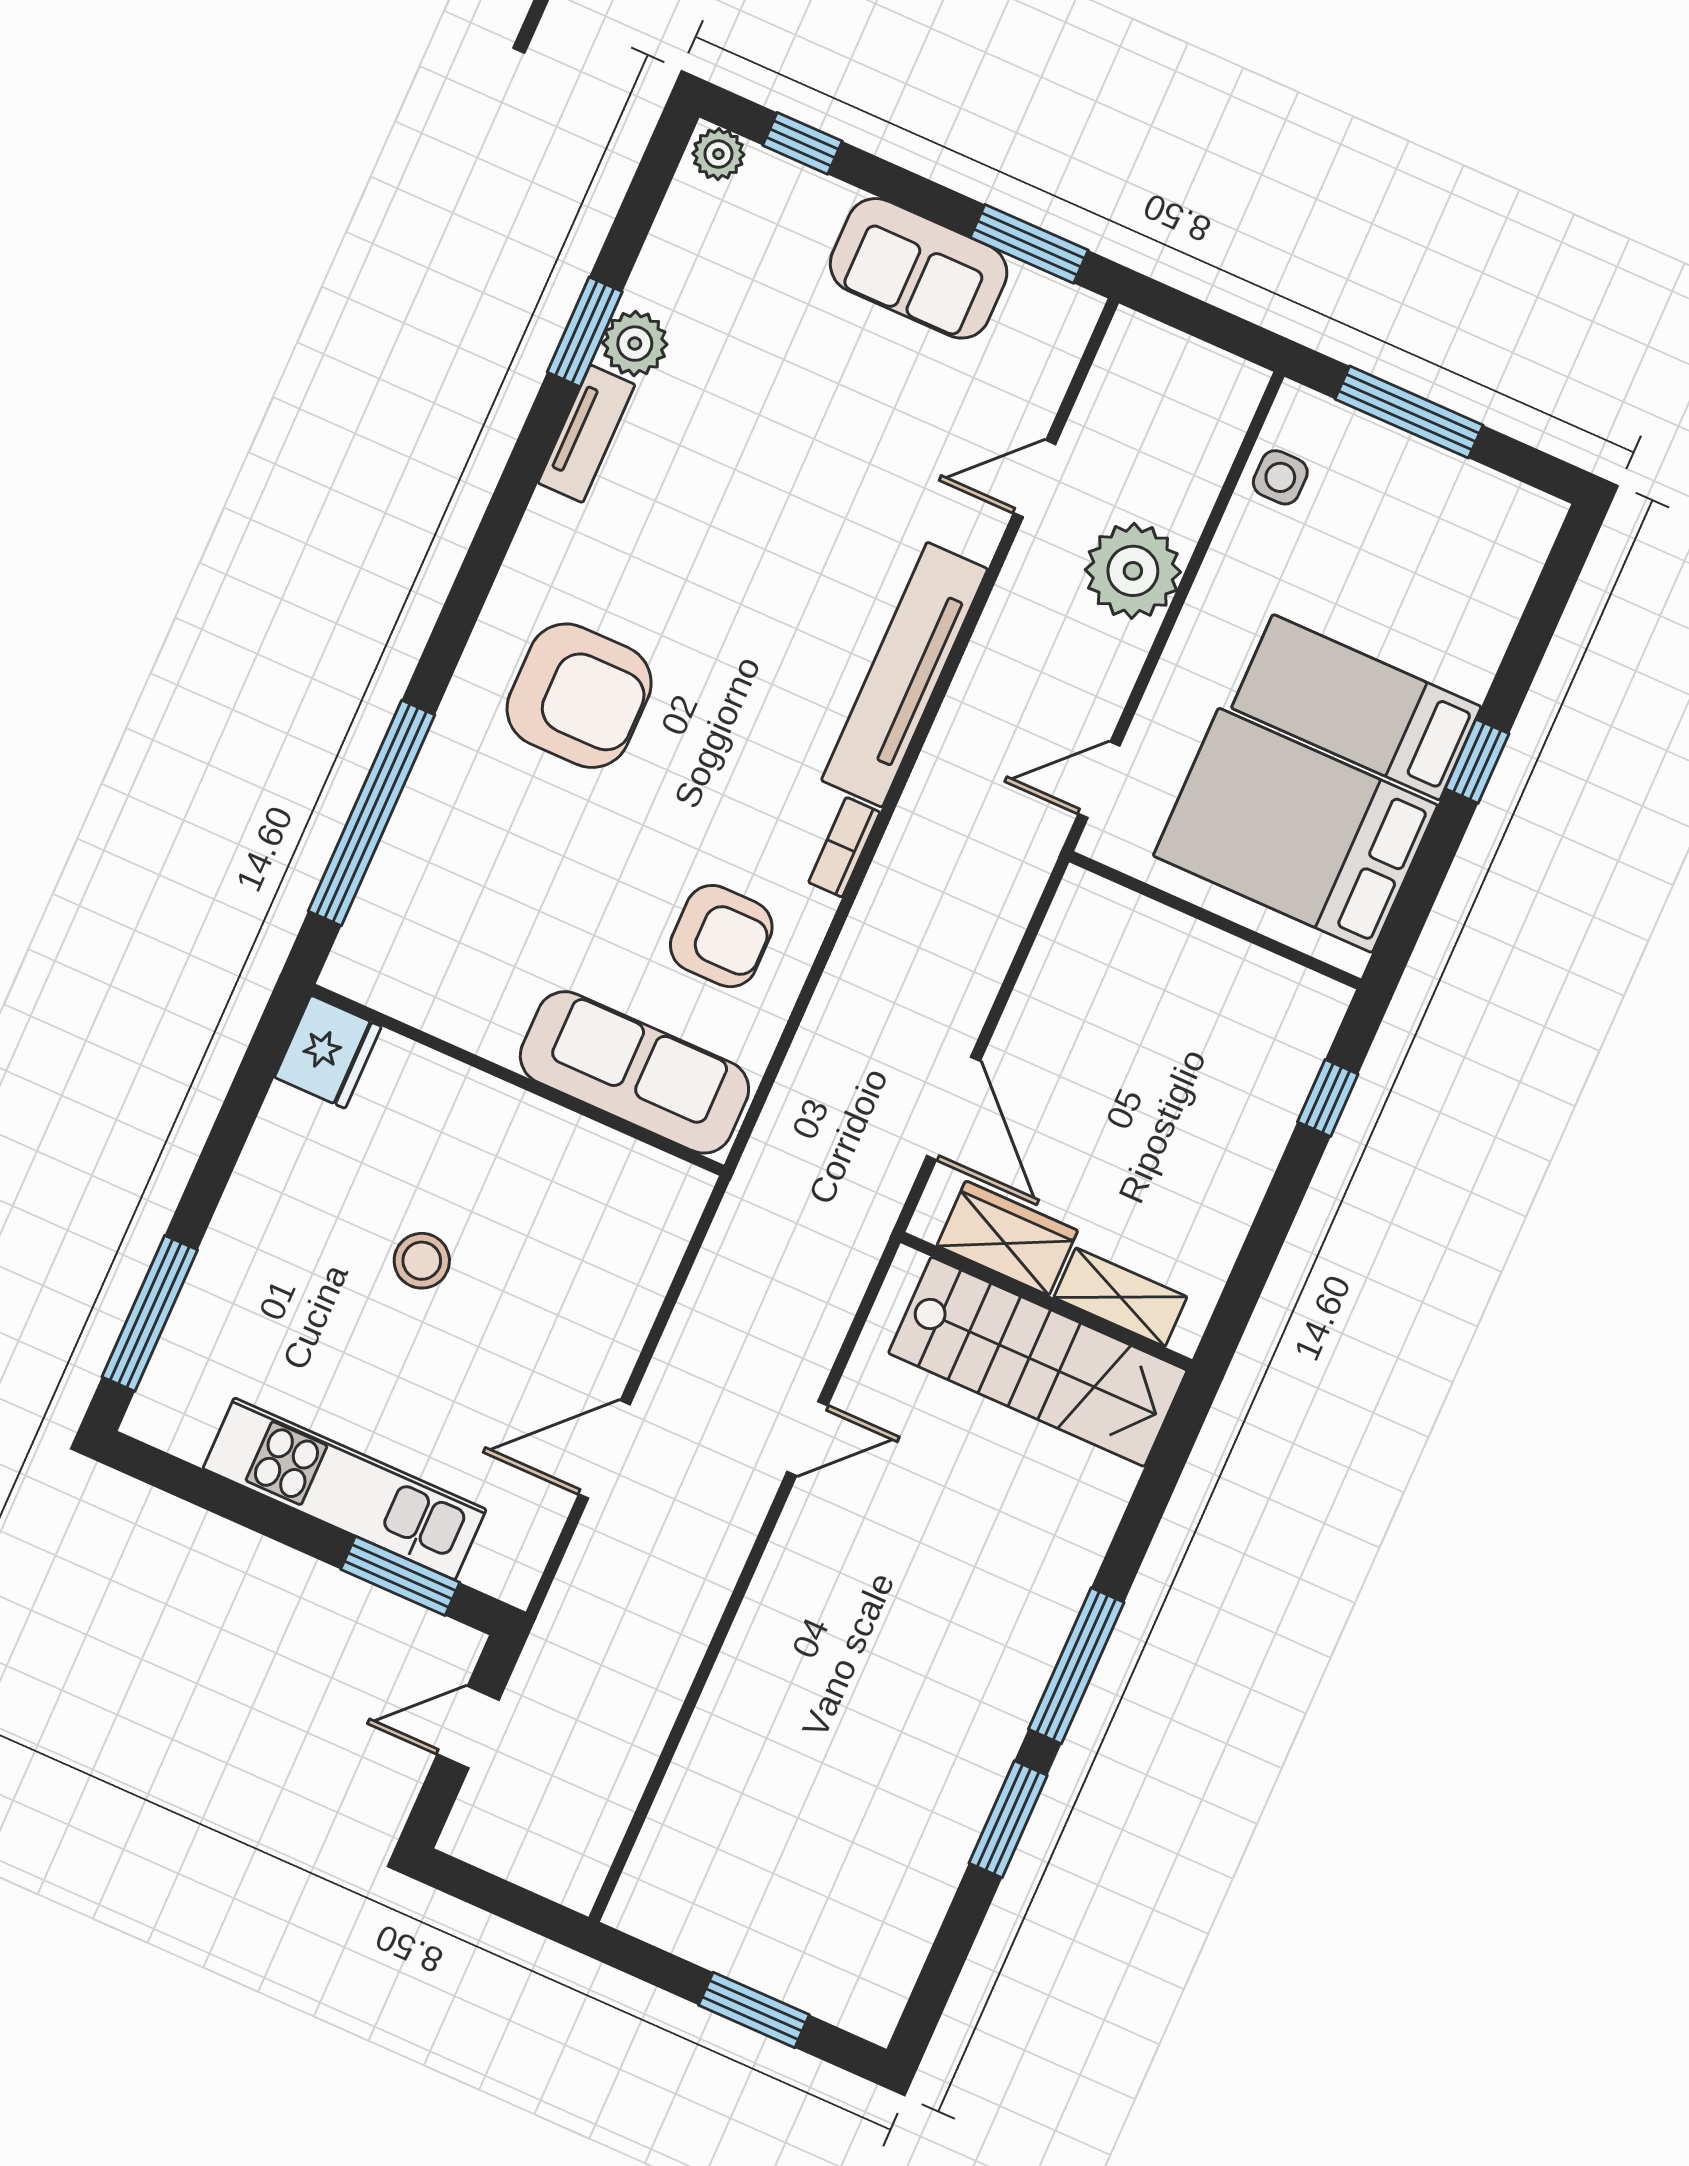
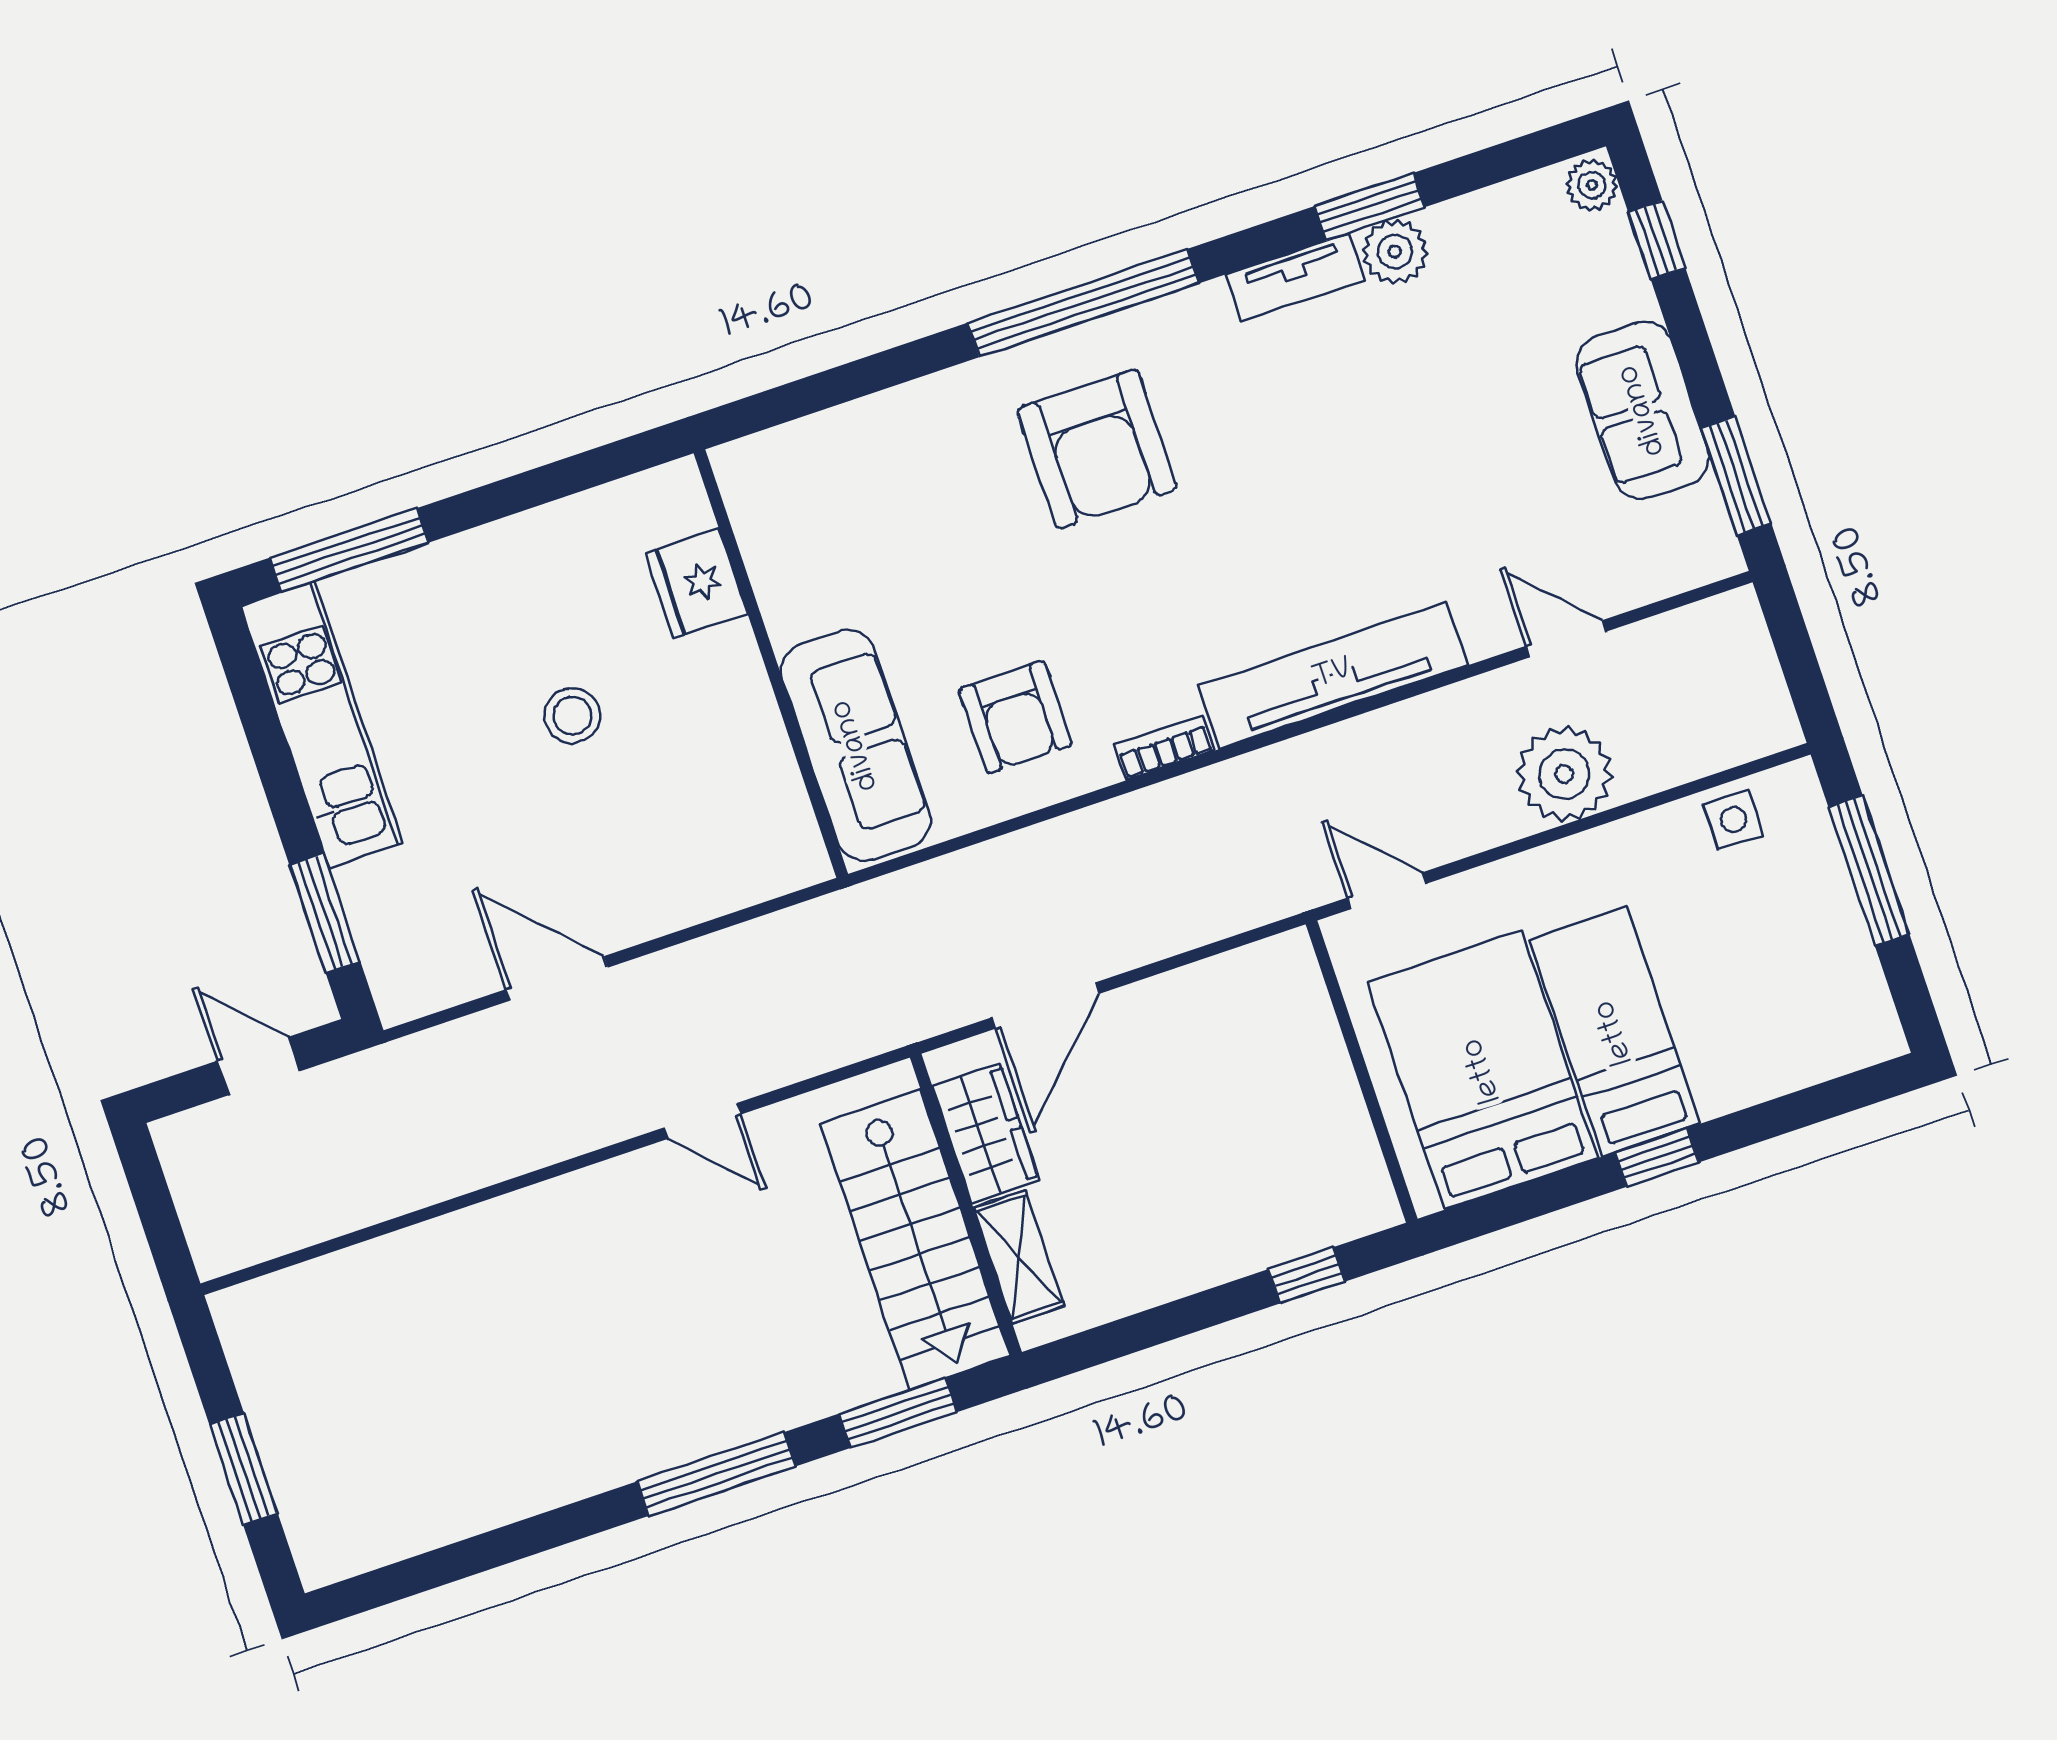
window: (371, 813) -> (1083, 303), moved
fridge: (328, 1052) -> (696, 583), moved, turned 90
kitchen unit: (345, 1489) -> (322, 725), moved
window: (1008, 1819) -> (898, 1413), moved

